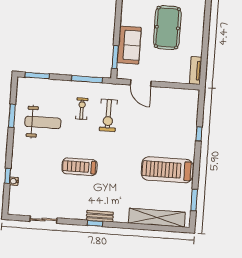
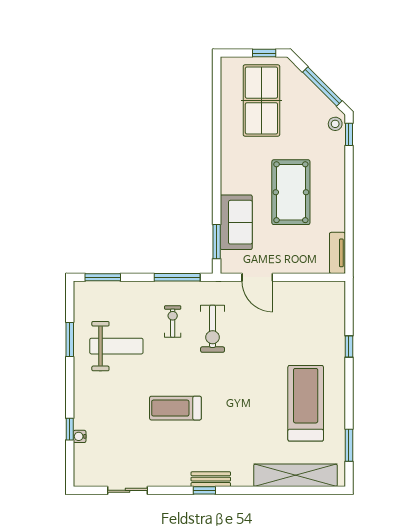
treadmill: (167, 170) -> (306, 403), turned 90

